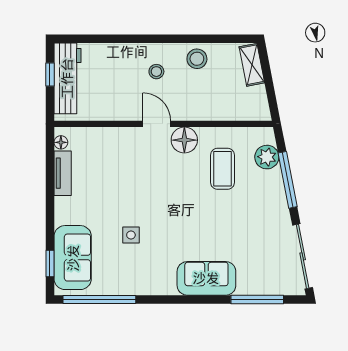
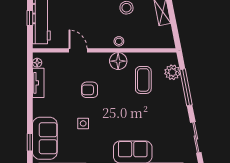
stool: (156, 72) -> (119, 41), moved
door: (157, 124) -> (78, 50), moved
armchair: (141, 184) -> (90, 90), added
sliding door: (303, 256) -> (196, 138), width x0.73

